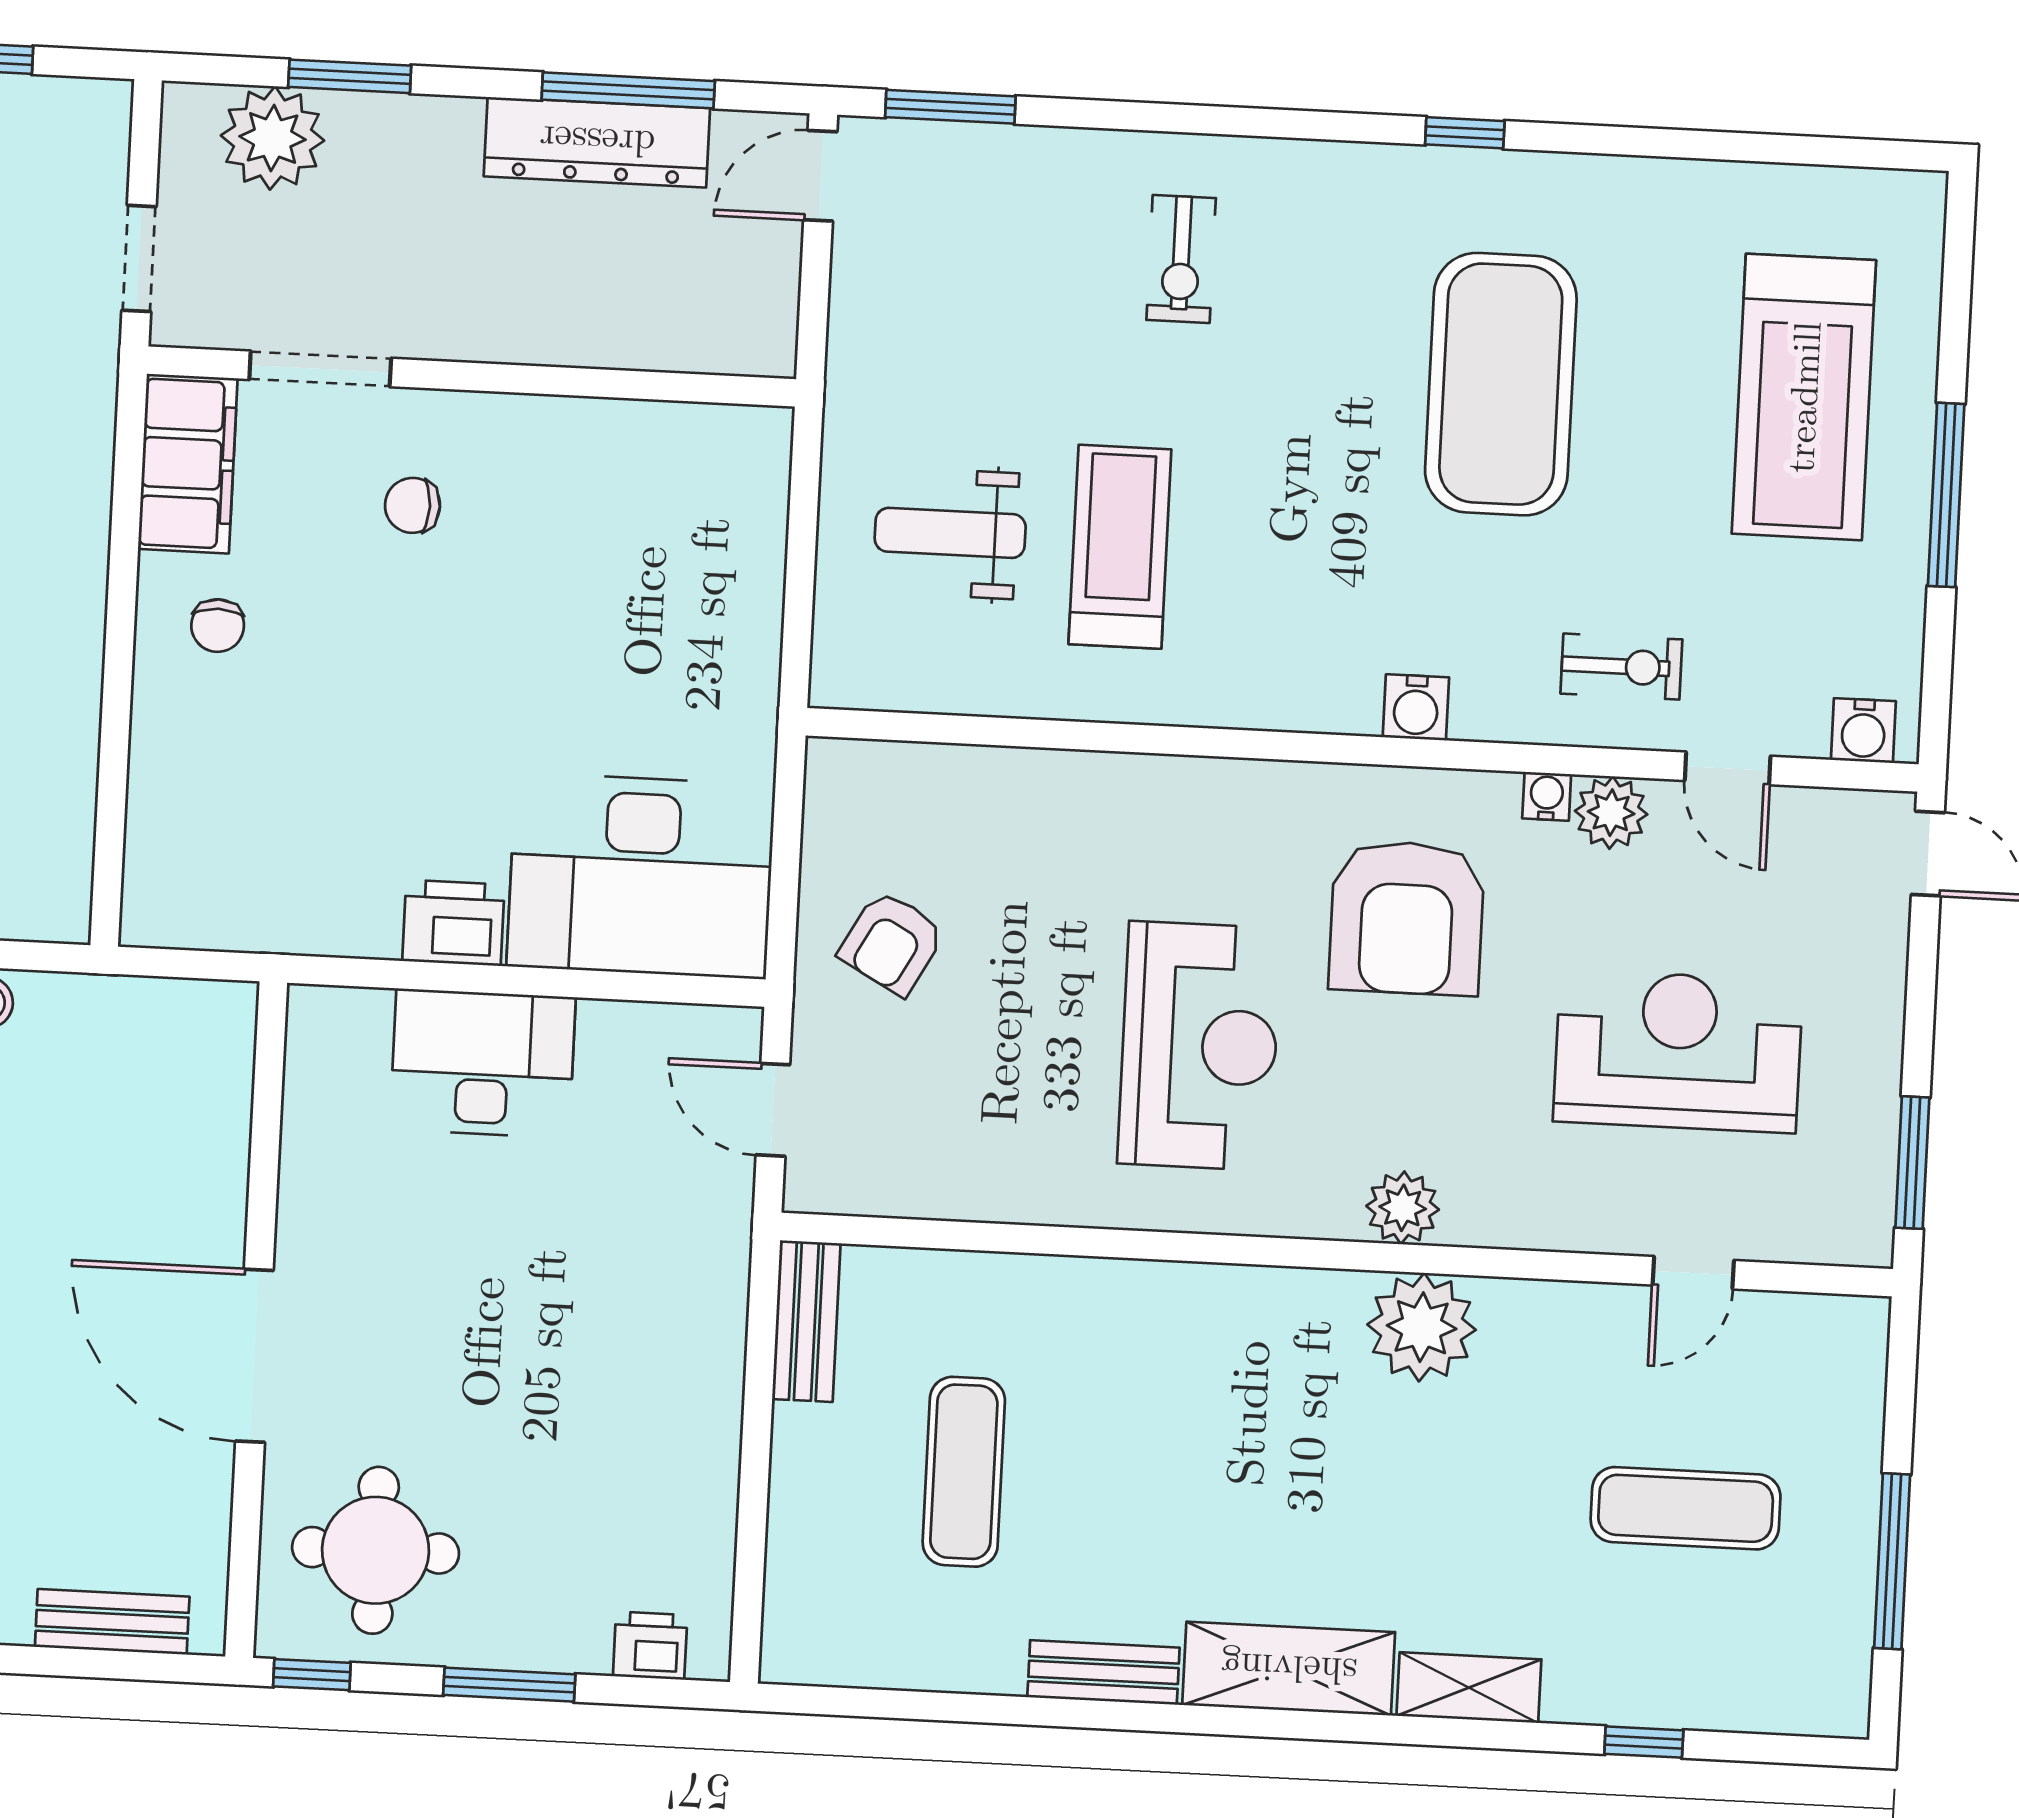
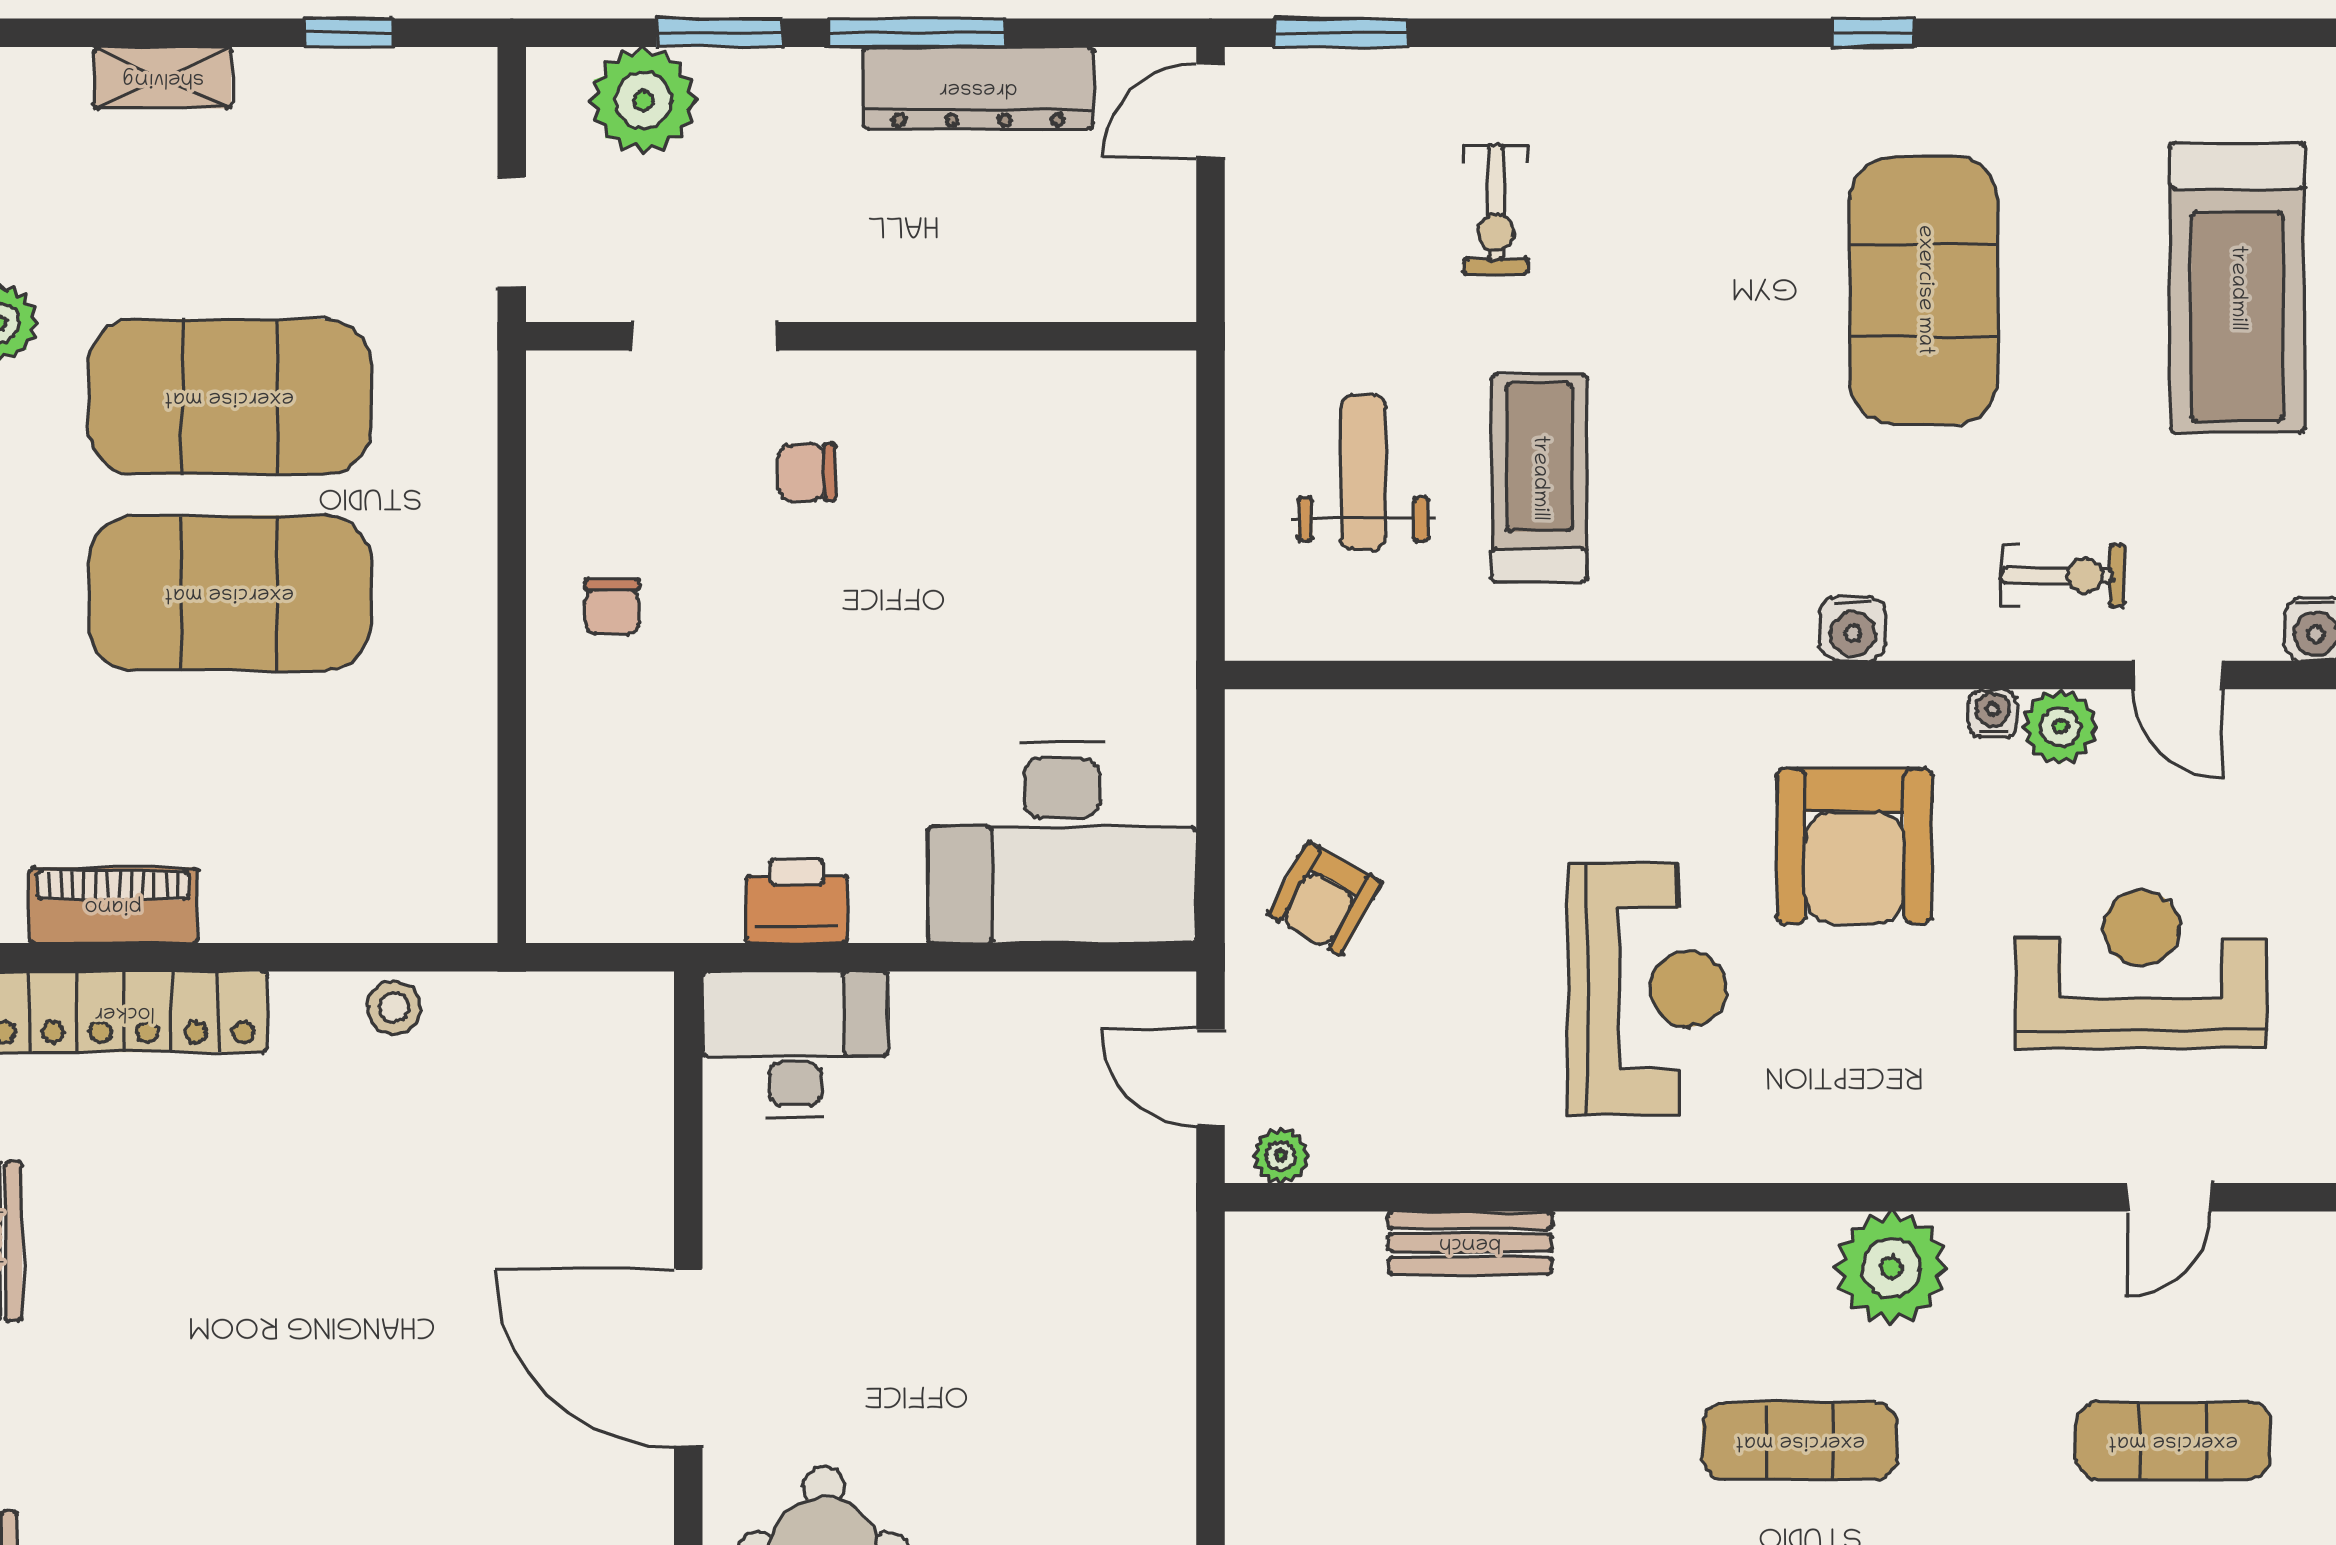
window: (628, 90) -> (917, 33), moved
exercise bike: (1181, 259) -> (1496, 209), moved
filing cabinet: (188, 464) -> (573, 441), removed
weight bench: (950, 533) -> (1363, 473), turned 90
printer: (453, 923) -> (797, 901), moved
desk: (483, 1063) -> (795, 1044), moved
plant: (1403, 1208) -> (1281, 1156), moved, width x0.73, depth x0.73
bench: (806, 1321) -> (1470, 1243), moved, turned 90
exercise mat: (964, 1472) -> (1800, 1441), moved, turned 90

